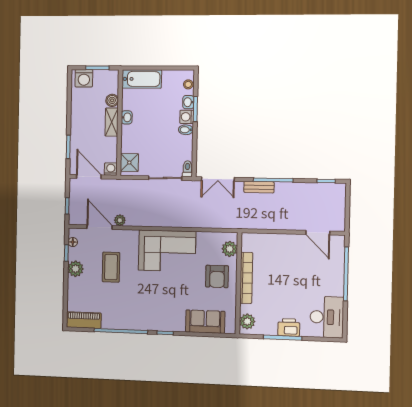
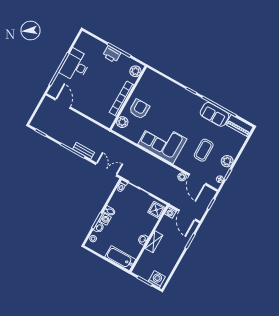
boiler: (112, 100) -> (146, 255), removed
desk: (327, 317) -> (76, 65), moved
sofa: (205, 322) -> (215, 114), moved

